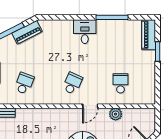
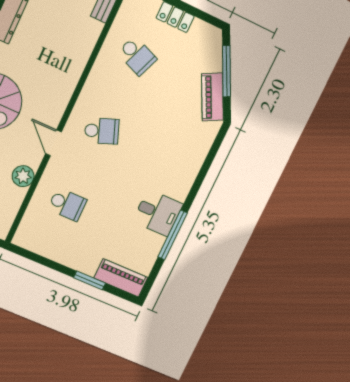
desk: (85, 32) -> (158, 213), moved
school desk: (72, 83) -> (102, 131), turned -45

